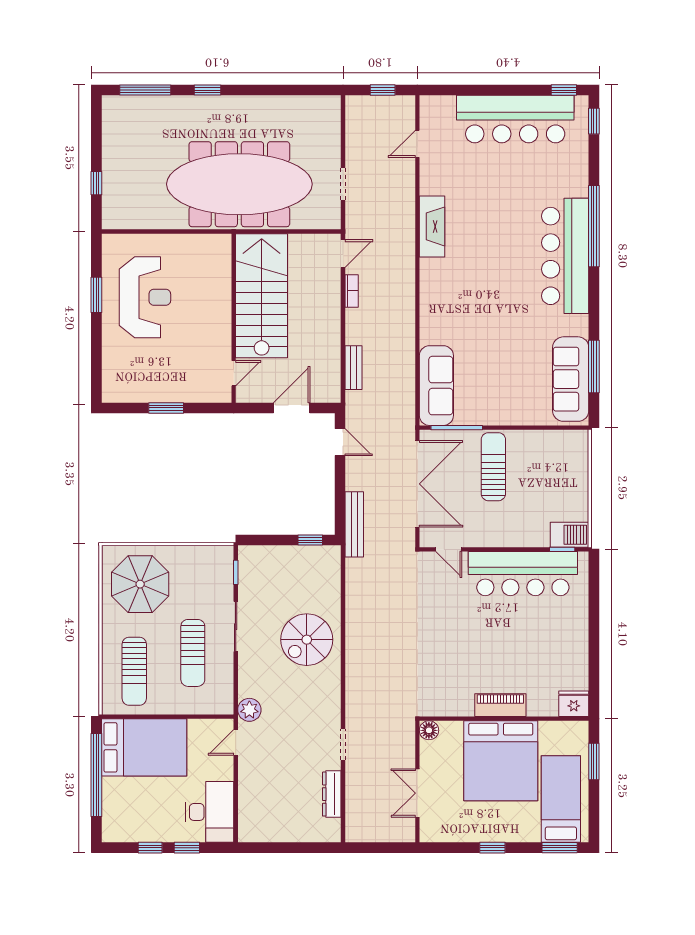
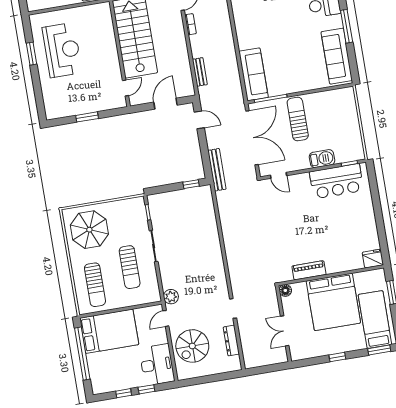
window: (594, 367) -> (347, 26), moved
barbecue: (569, 535) -> (322, 159), moved
bar counter: (523, 574) -> (336, 181), width x0.73
spiral stairs: (307, 640) -> (192, 346), moved
piano: (500, 705) -> (309, 270), moved

